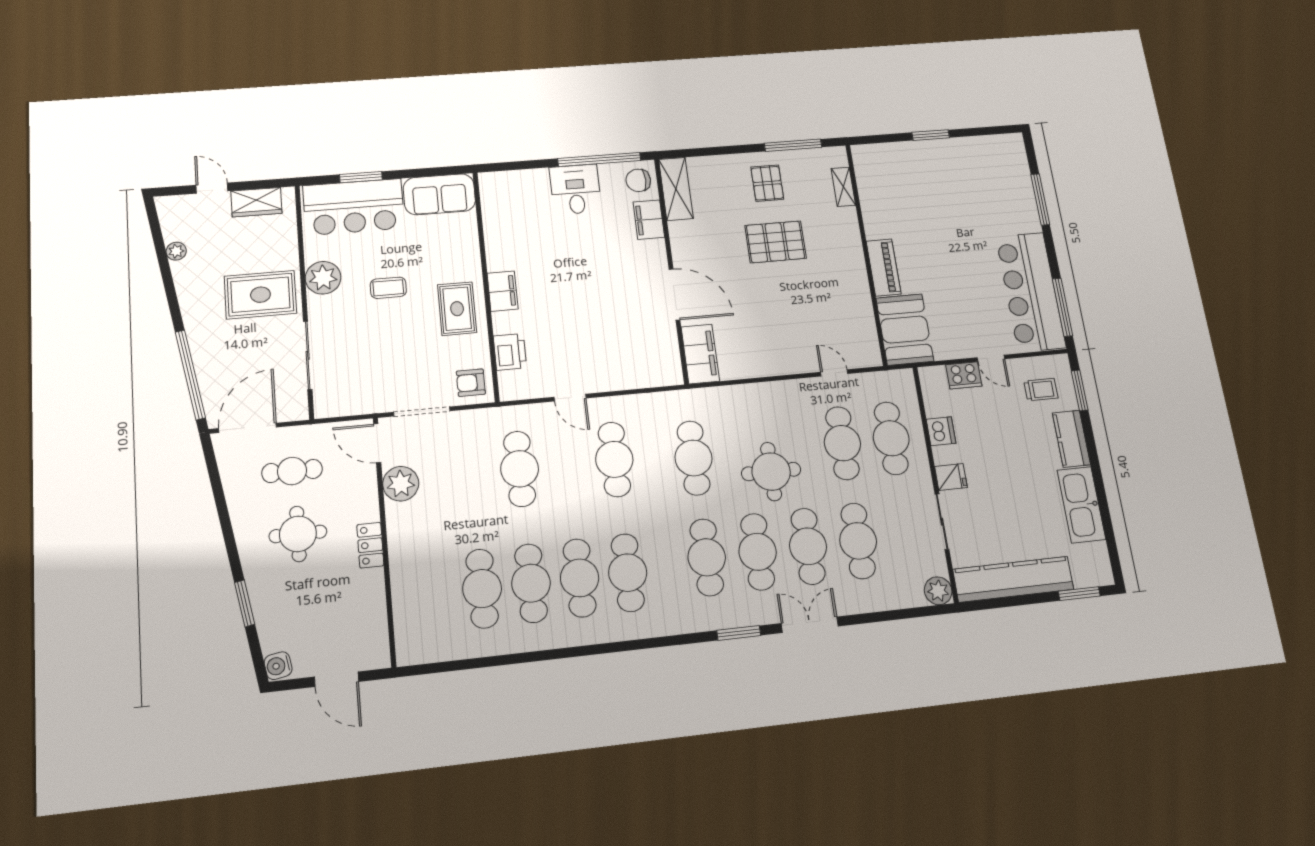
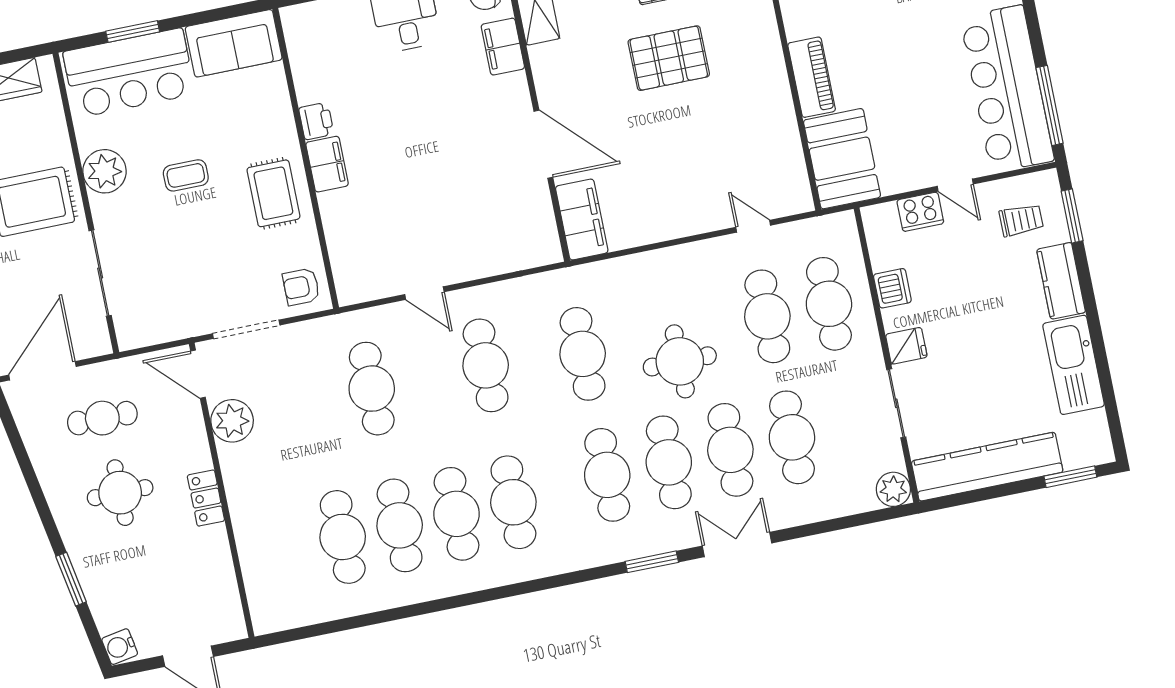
printer: (510, 352) -> (316, 121), moved, width x0.73, depth x0.81

